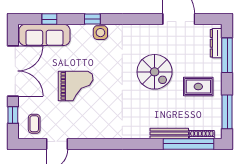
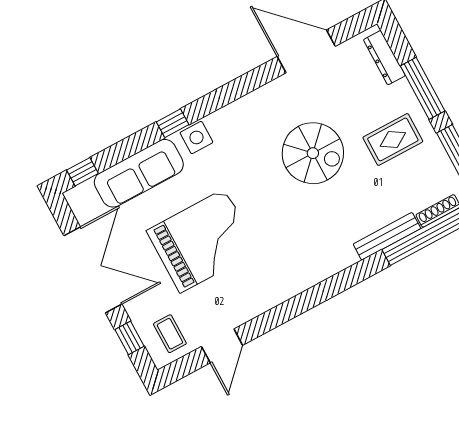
window: (49, 19) -> (83, 172), moved
sofa: (44, 35) -> (139, 173), moved
window: (227, 55) -> (423, 88), moved
grand piano: (76, 86) -> (202, 241), width x1.37, depth x1.48

